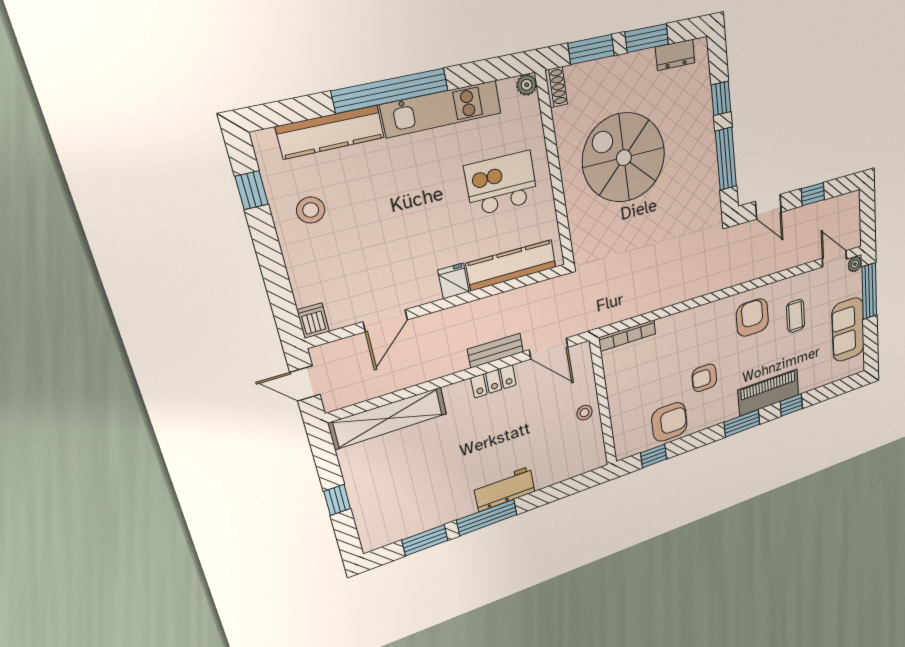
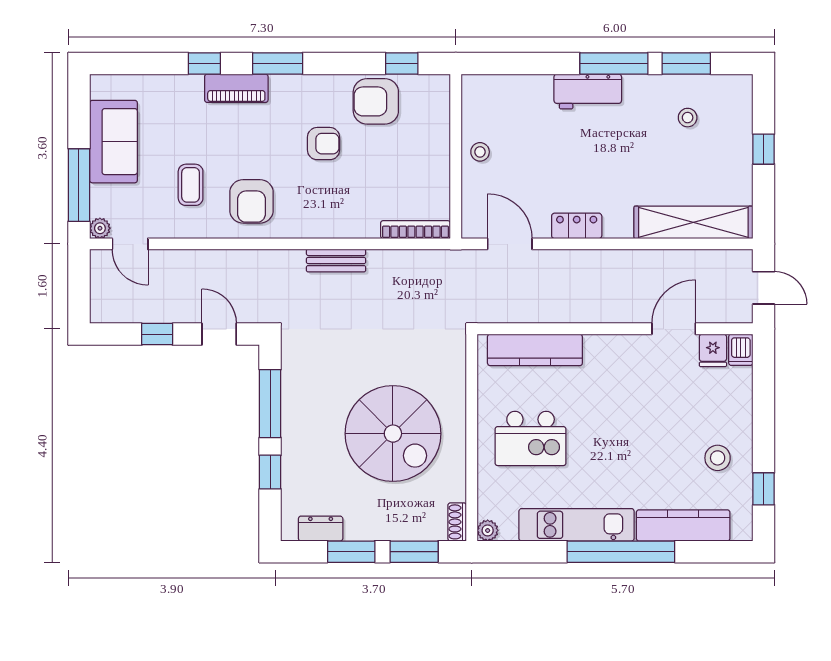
fridge: (453, 281) -> (713, 350), moved
bench: (495, 351) -> (336, 261), moved
piano: (769, 393) -> (236, 88), width x0.73, depth x0.75
stool: (414, 500) -> (688, 118), added

